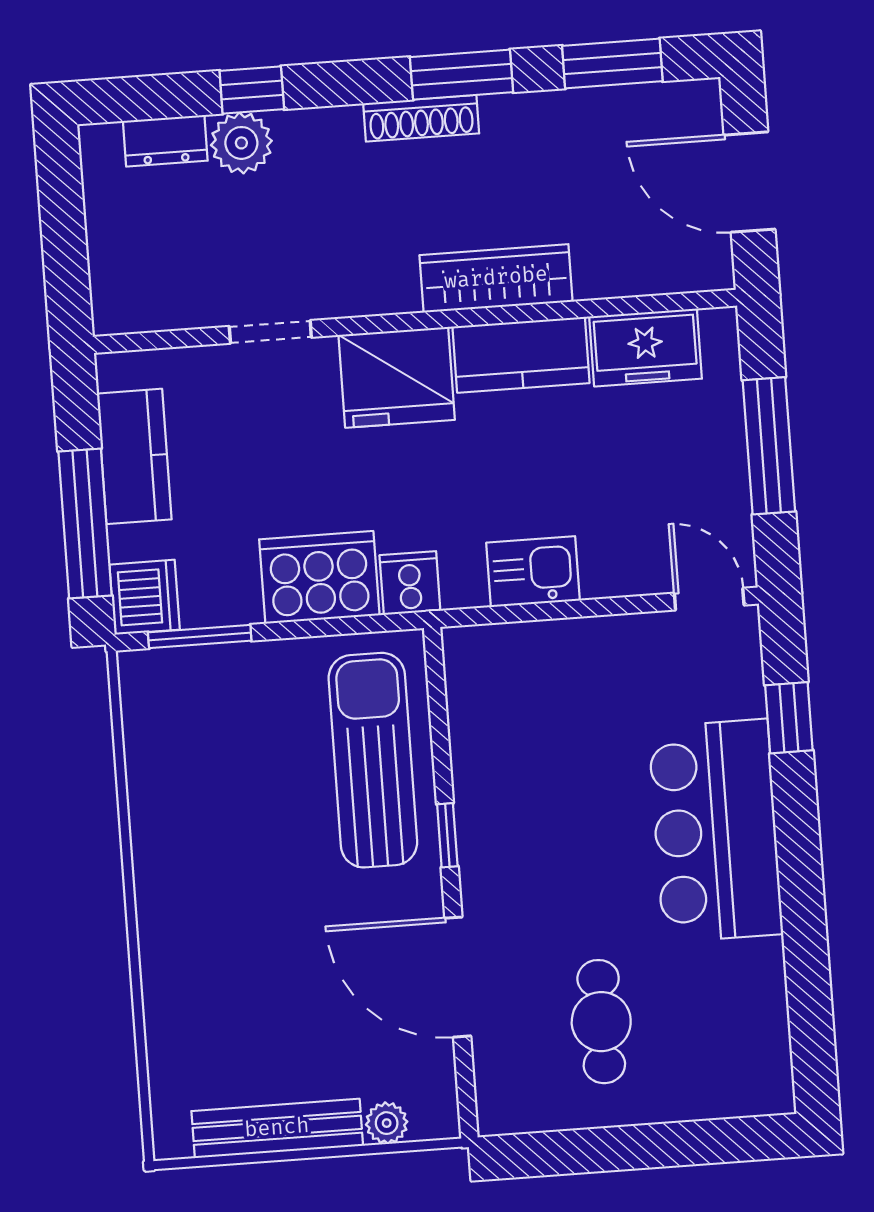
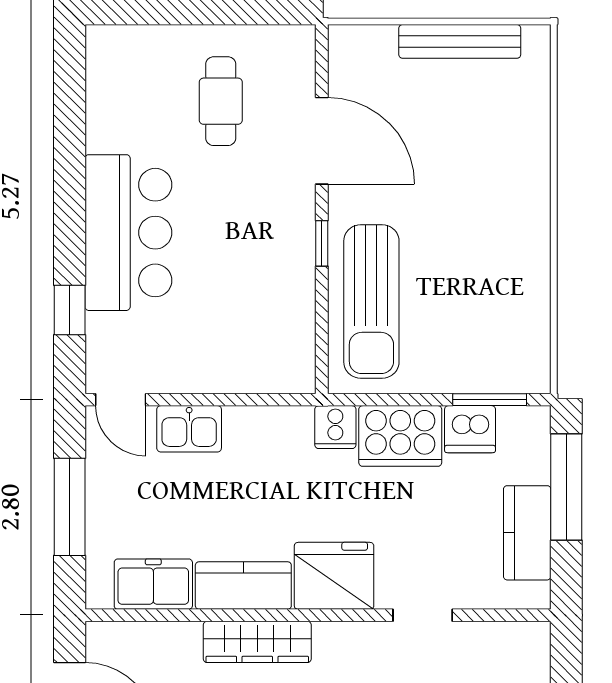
kitchen sink: (533, 572) -> (189, 429), moved
dishwasher: (145, 597) -> (470, 429), moved, turned -90
plant: (387, 1123) -> (381, 39), removed

